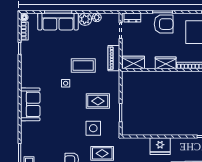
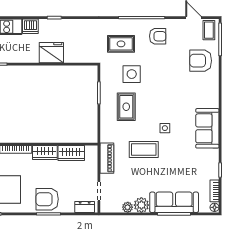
wardrobe: (133, 63) -> (71, 153), moved
rug: (98, 101) -> (126, 107), turned 90
sofa: (30, 104) -> (207, 128), moved
armchair: (36, 139) -> (201, 61), added

